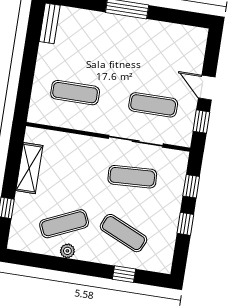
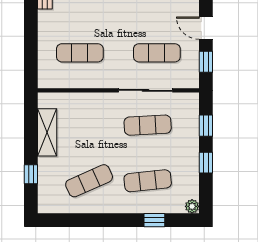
exercise mat: (123, 233) -> (148, 181), turned -30
plant: (67, 251) -> (192, 206), moved

